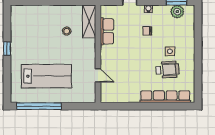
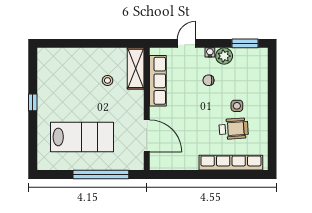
plant: (177, 12) -> (224, 56), moved
row of seats: (107, 31) -> (158, 81), width x1.48
door: (98, 75) -> (147, 136), width x1.88
window: (39, 106) -> (101, 174), moved

